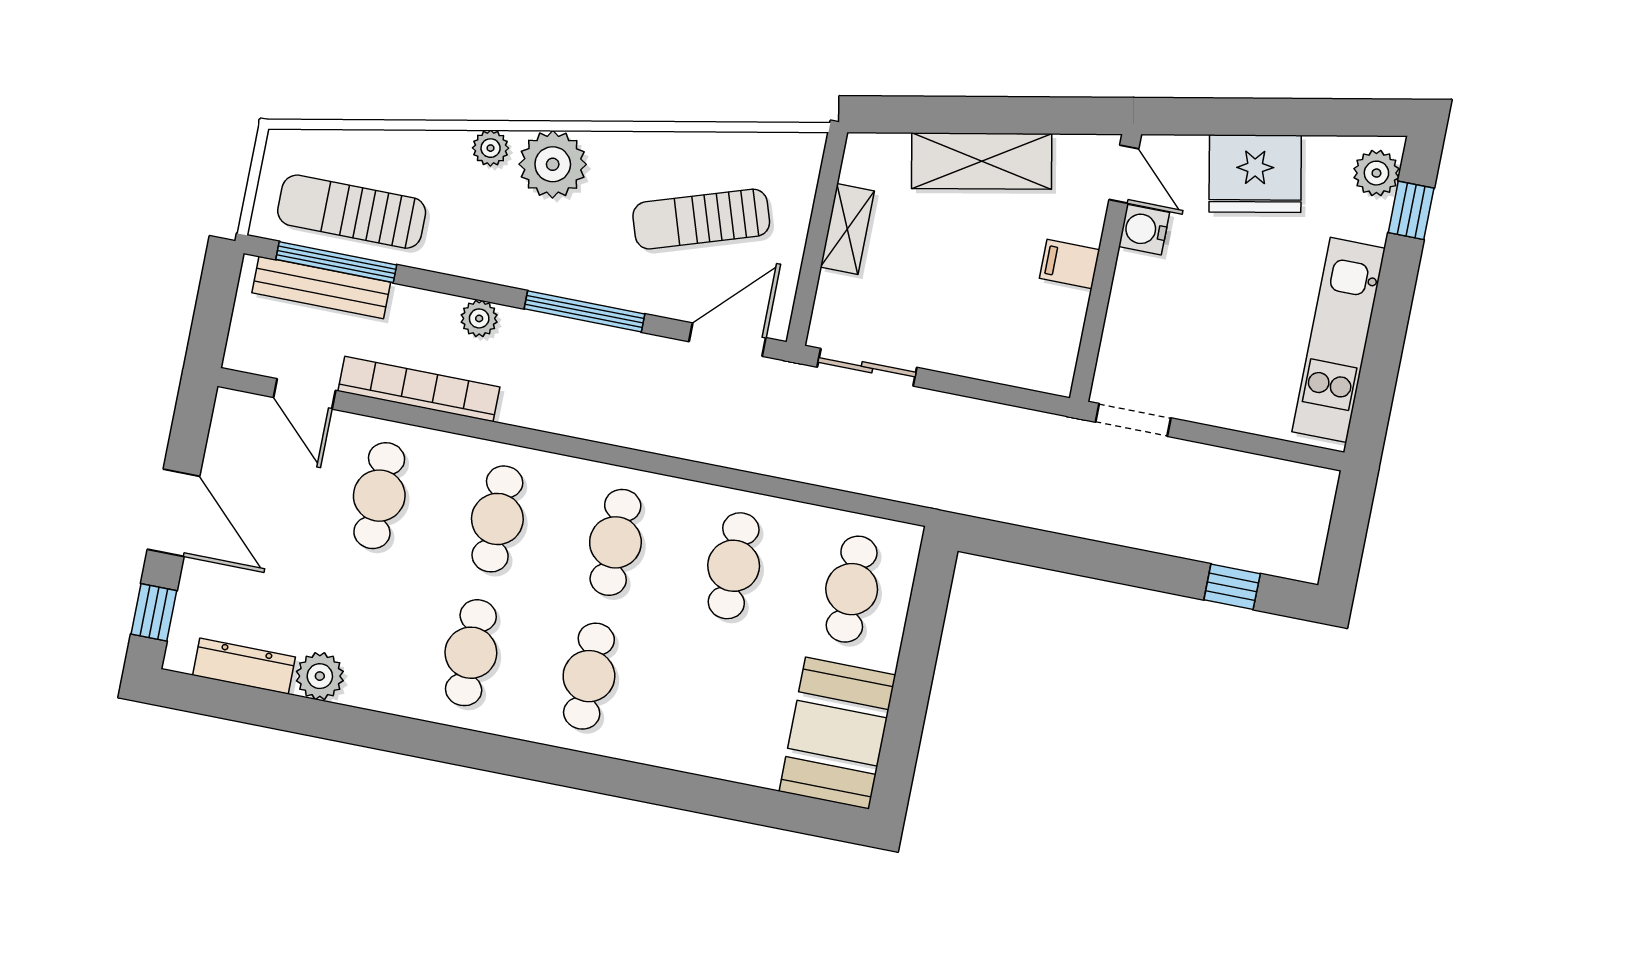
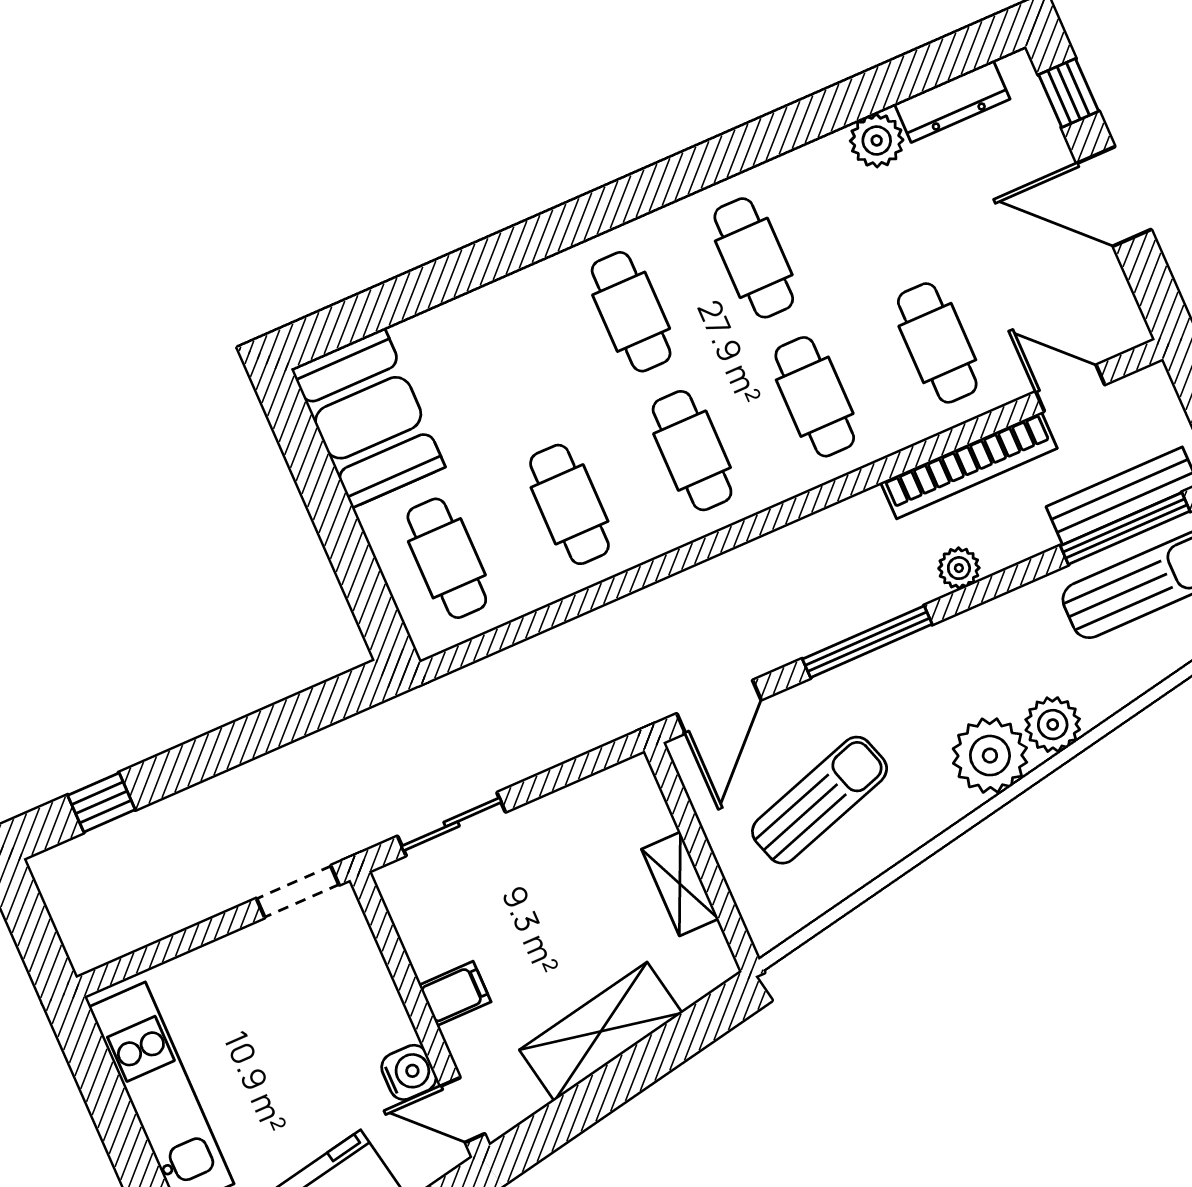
plant: (491, 148) -> (1053, 725), width x1.38, depth x1.38
sliding door: (867, 367) -> (452, 824), moved

